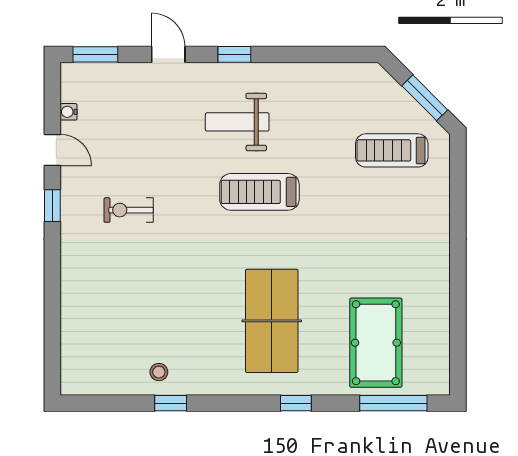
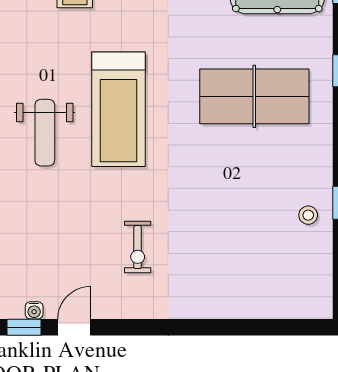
treadmill: (259, 192) -> (118, 109), width x1.37, depth x1.38
window: (52, 206) -> (24, 327), moved

